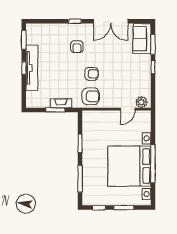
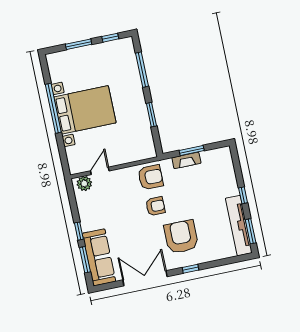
sofa: (142, 39) -> (99, 257), width x1.36
armchair: (77, 47) -> (181, 237), width x1.88, depth x1.88
tv unit: (32, 68) -> (239, 226), moved
armchair: (92, 74) -> (155, 206), turned 180
armchair: (91, 96) -> (151, 177), turned 180
bed with nightstands: (129, 166) -> (85, 110), width x0.73

